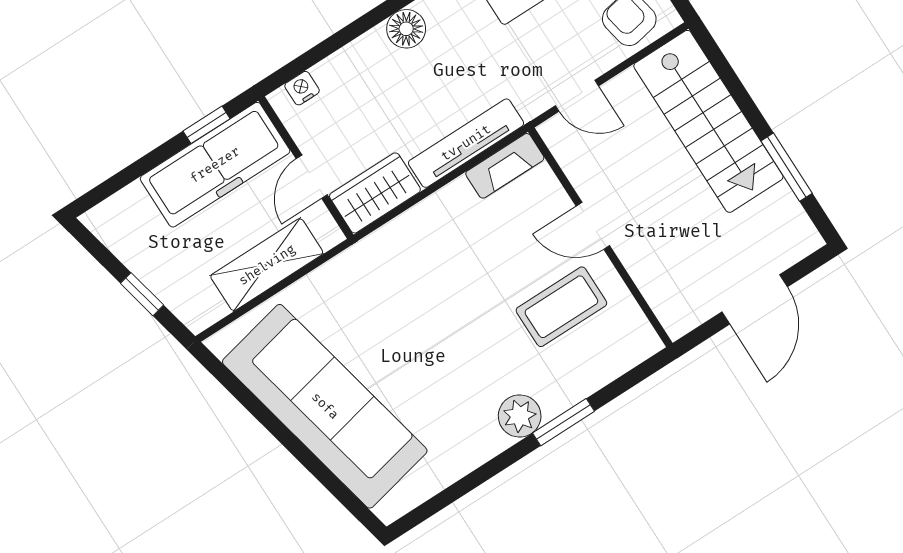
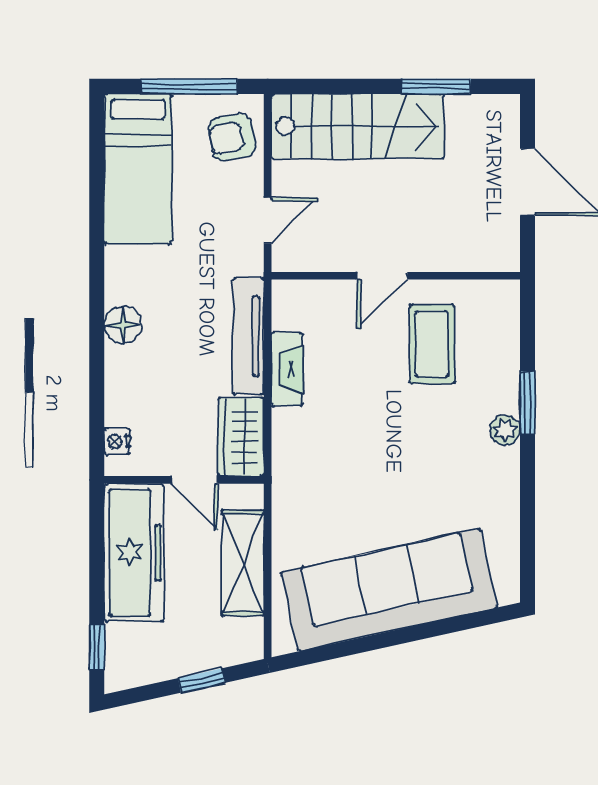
window: (207, 125) -> (97, 647), moved
fireplace: (505, 166) -> (287, 369), moved
plant: (520, 416) -> (505, 430), width x0.73, depth x0.73

